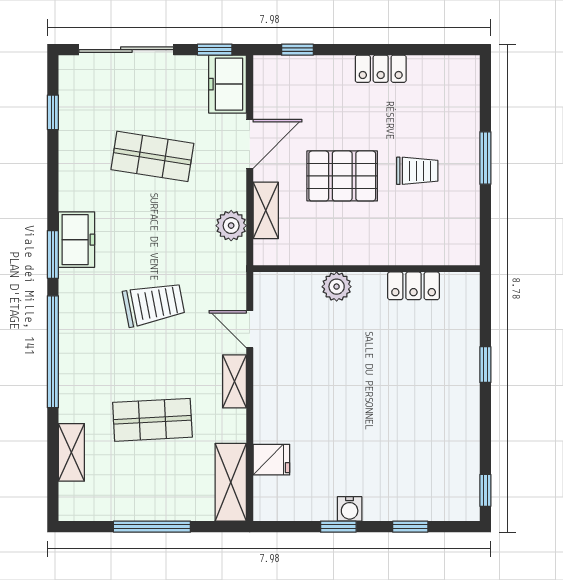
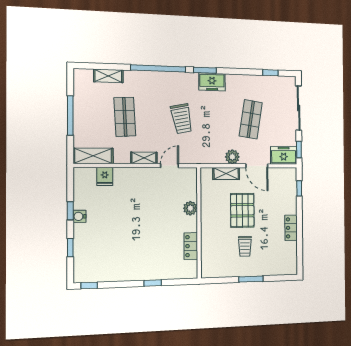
plant: (231, 226) -> (232, 157), moved

